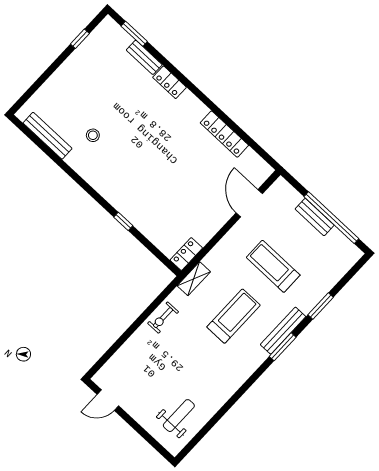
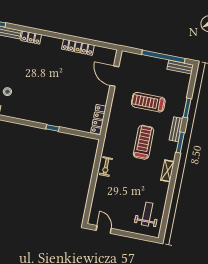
bench: (315, 217) -> (180, 67), moved
locker: (186, 254) -> (98, 119), width x1.53
shelving: (194, 279) -> (167, 171), moved
bench: (283, 331) -> (176, 129), width x0.73
door: (108, 400) -> (104, 229), swing flipped

